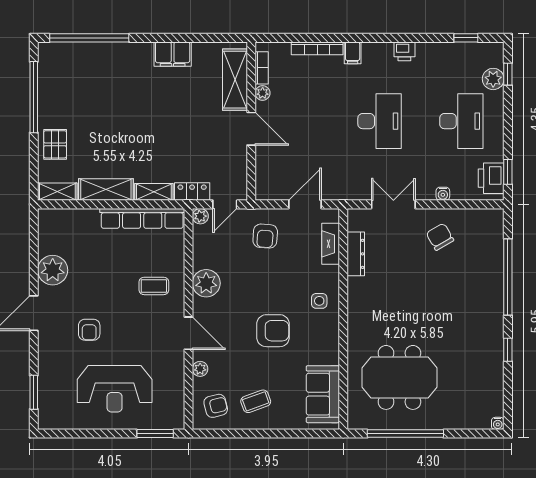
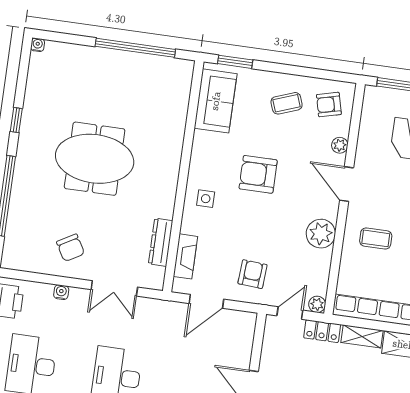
meeting table: (399, 377) -> (95, 159), moved
window: (310, 434) -> (235, 62), added

